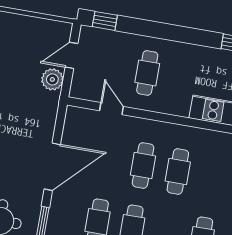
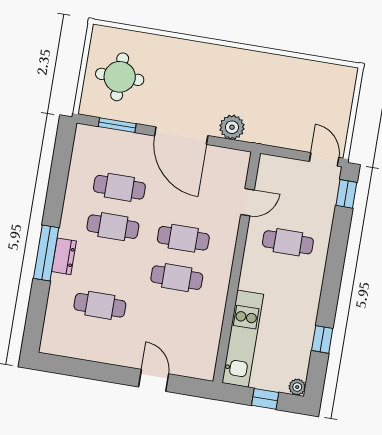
door: (72, 55) -> (324, 159), moved
plant: (52, 79) -> (232, 127), moved

